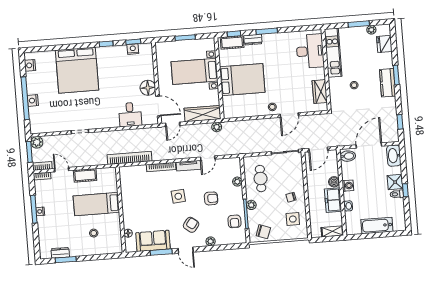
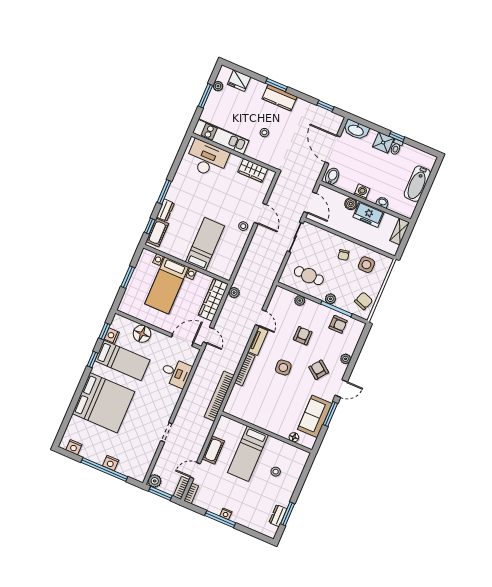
bed: (118, 68) -> (122, 360), added
bed: (242, 80) -> (205, 244), width x0.67
floor lamp: (148, 88) -> (142, 334), moved

